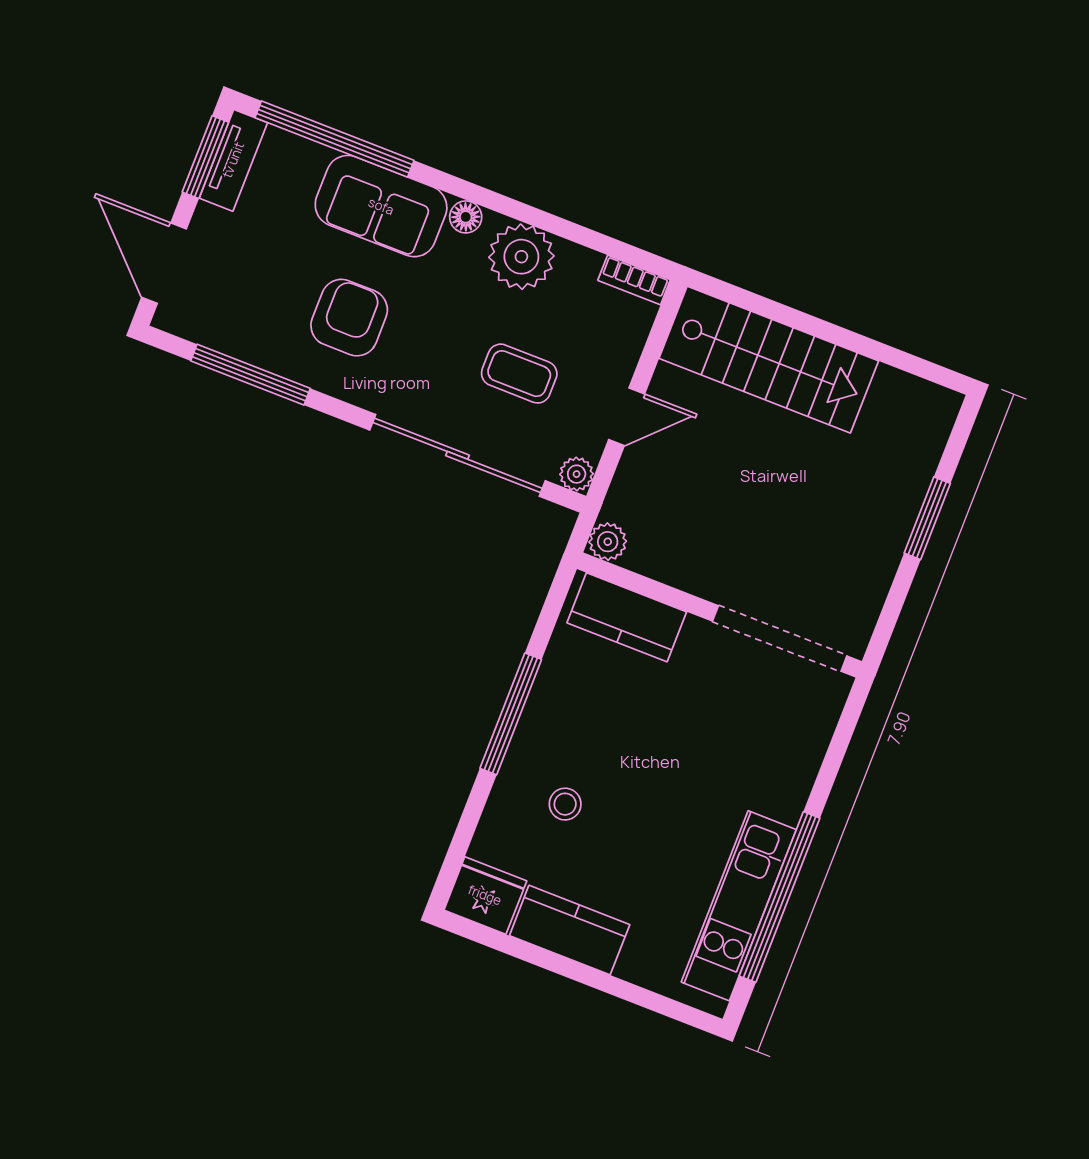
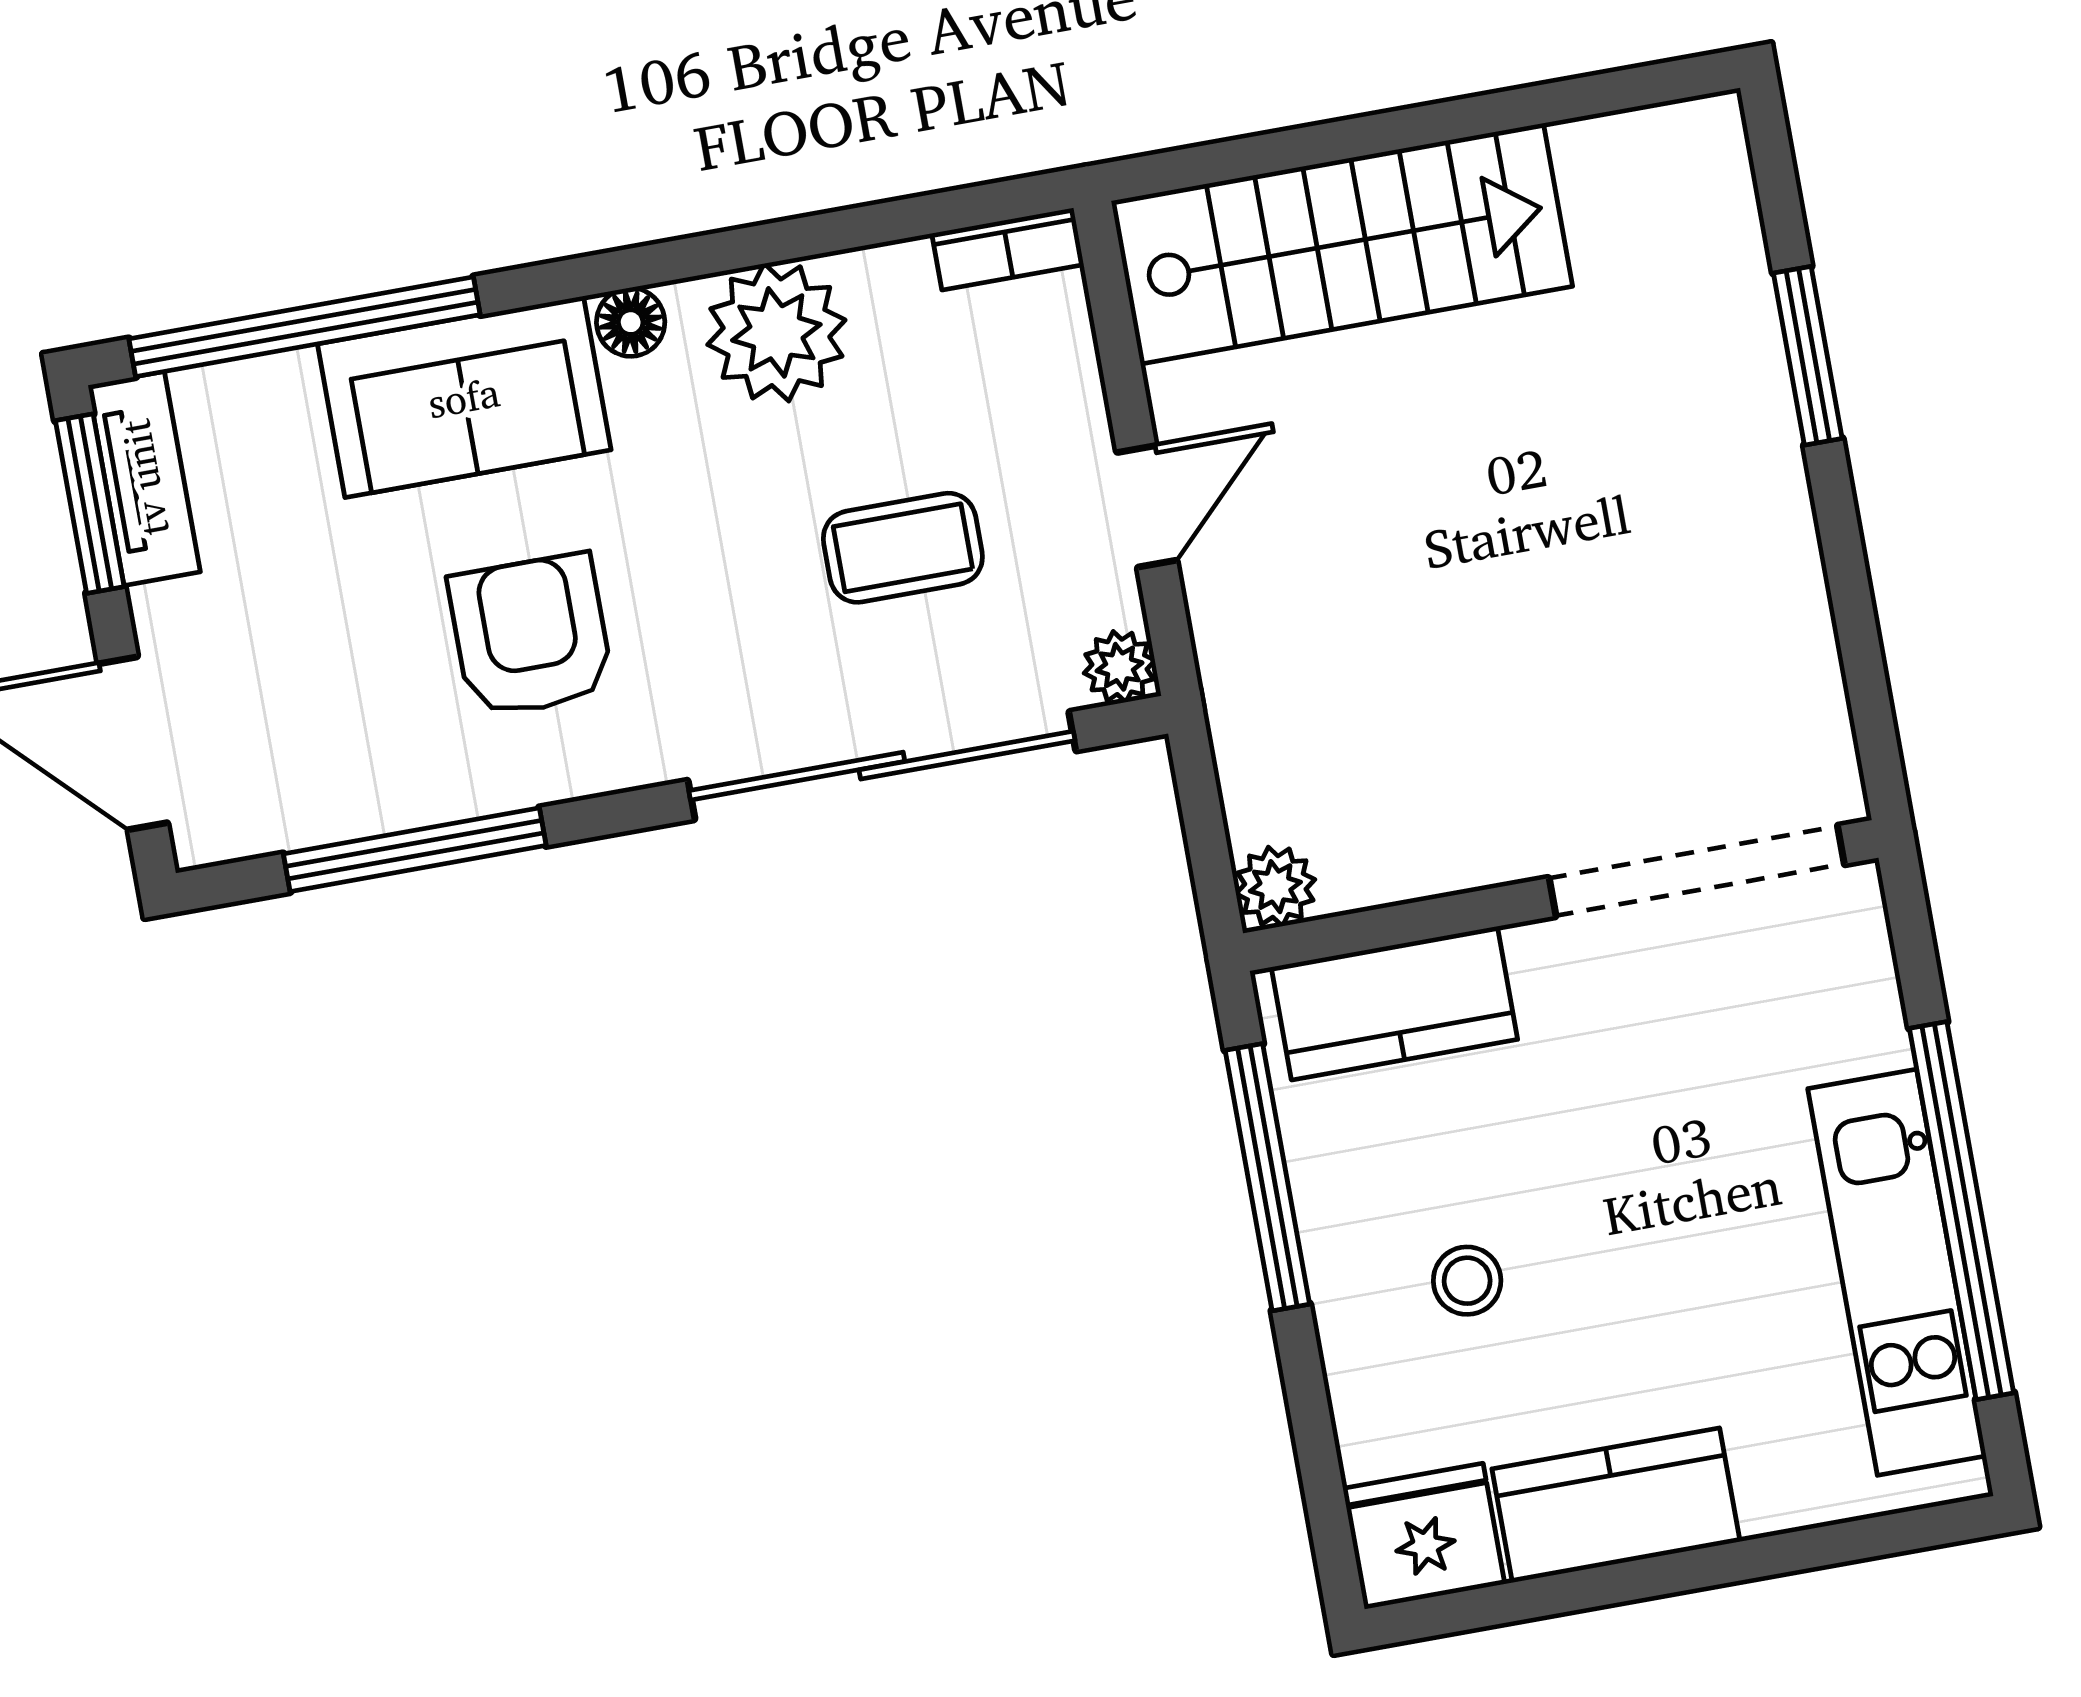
plant: (608, 542) -> (1275, 887), moved
wall: (719, 615) -> (1561, 895), moved
kitchen counter: (627, 617) -> (1394, 1003), moved
doorway: (780, 638) -> (1697, 871), moved

